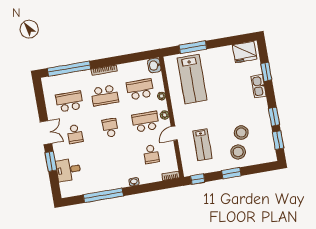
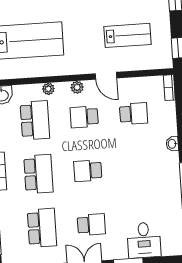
school desk: (140, 89) -> (35, 120), turned 180
school desk: (69, 102) -> (42, 228), turned 180
school desk: (146, 122) -> (84, 117), width x0.54

